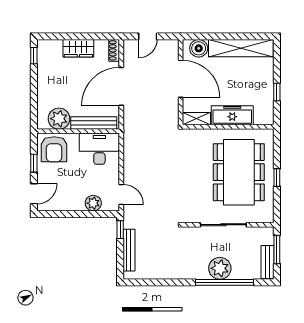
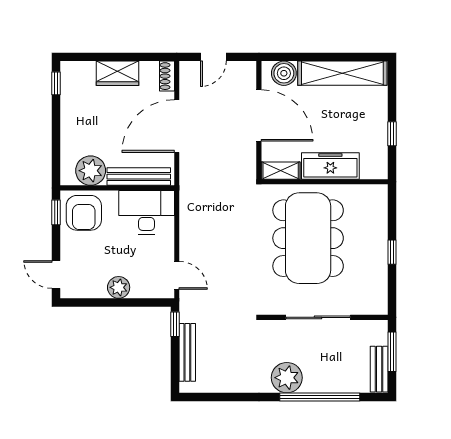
window: (34, 163) -> (56, 212), moved
dining table: (239, 172) -> (308, 238), moved
door: (34, 194) -> (56, 275), swing flipped
plant: (93, 203) -> (119, 287), moved
plant: (220, 268) -> (287, 378), moved

